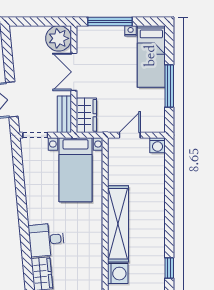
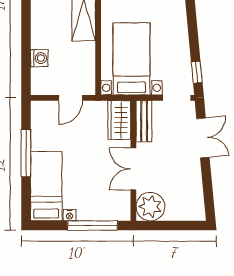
double door: (74, 72) -> (133, 169), swing flipped
washing machine: (158, 145) -> (39, 58), moved, turned 90
window: (17, 158) -> (197, 72), added

